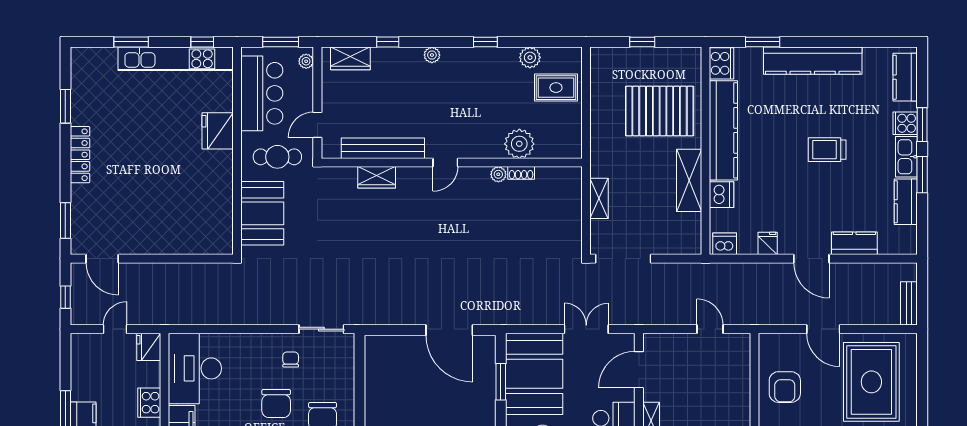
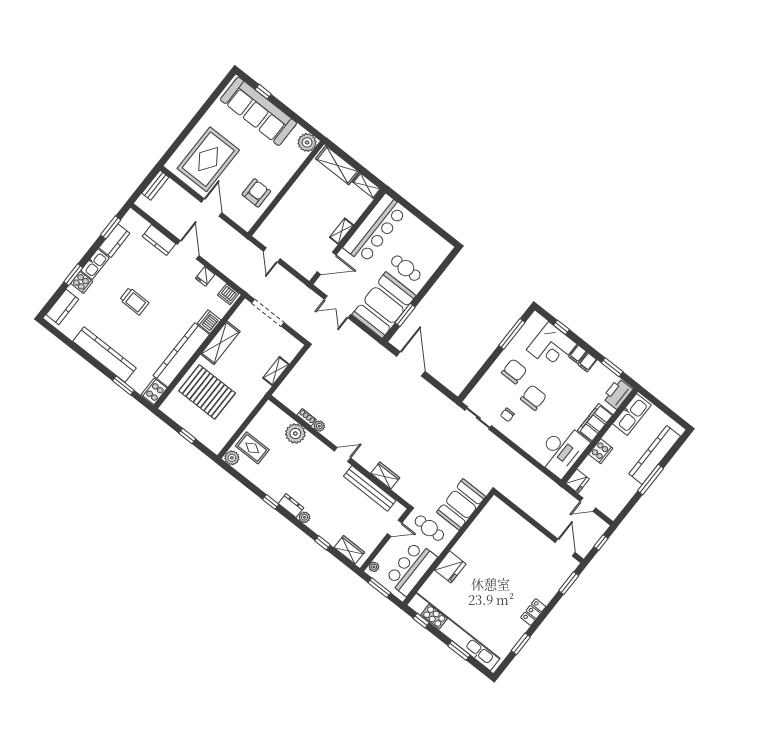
dresser: (458, 56) -> (291, 506), added
plant: (530, 57) -> (232, 458), moved
kitchen unit: (176, 59) -> (453, 632), width x1.36
locker: (80, 155) -> (533, 612), width x0.66
window: (922, 175) -> (111, 227), moved
doorway: (623, 259) -> (268, 313), moved

